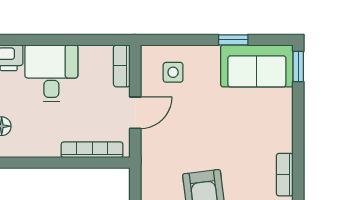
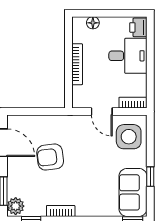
side table: (173, 72) -> (129, 137), width x1.87, depth x1.87
bookcase: (92, 150) -> (77, 64), moved

